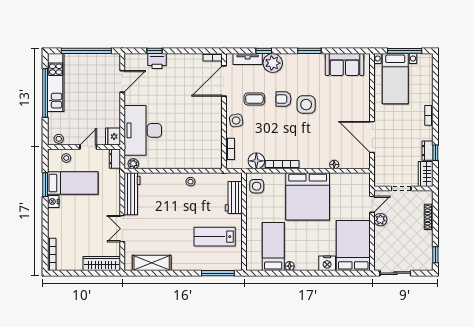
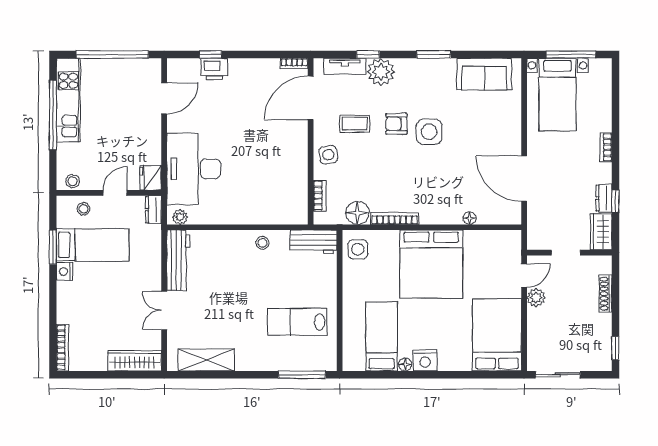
workbench: (234, 198) -> (314, 242), moved, turned -90
nightstand: (327, 263) -> (425, 360), moved

